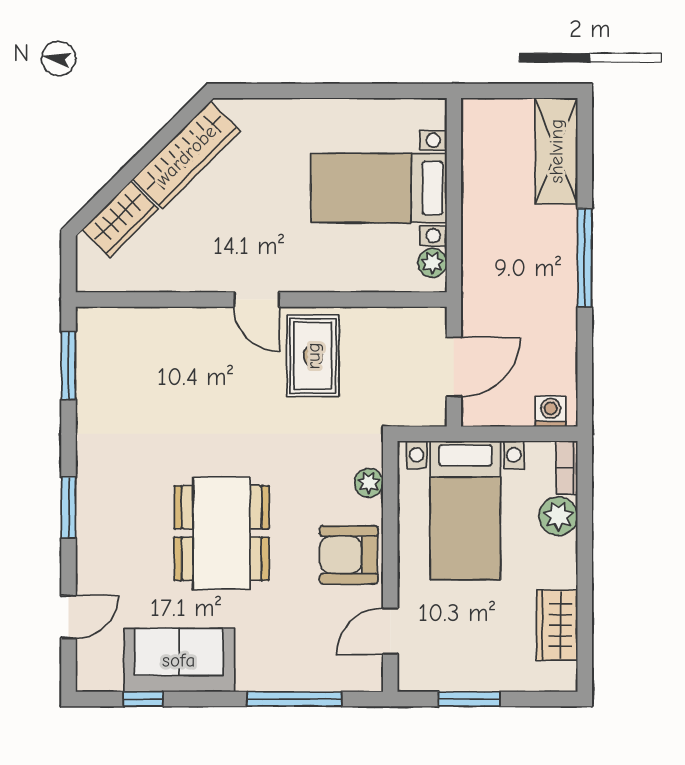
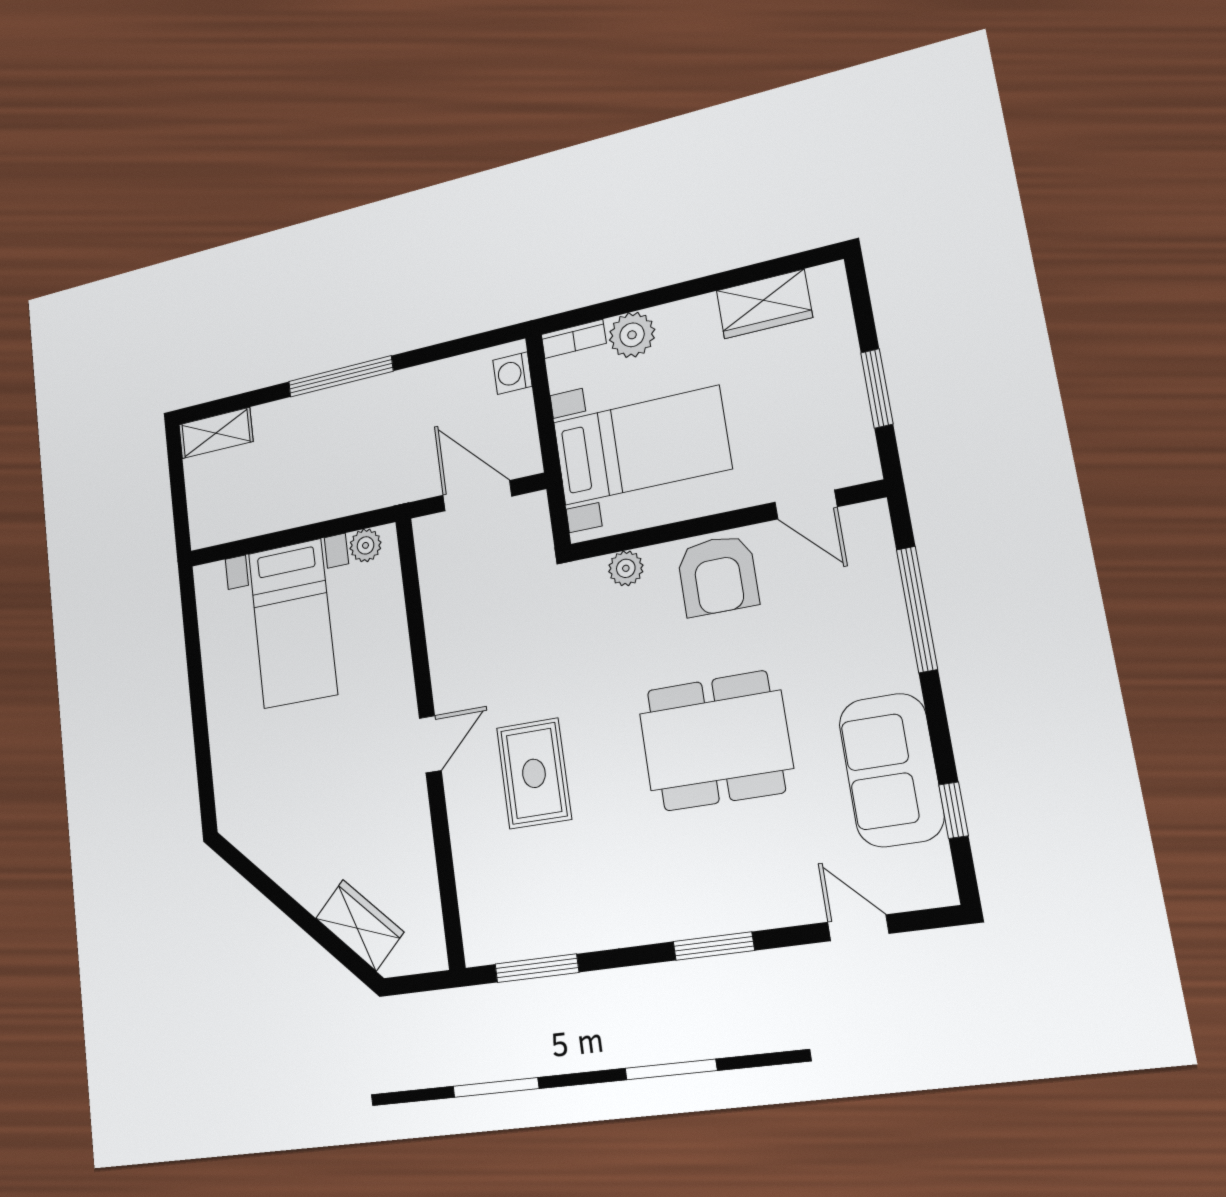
shelving: (556, 151) -> (216, 433), width x0.67, depth x0.75
wardrobe: (186, 155) -> (281, 855), removed
rug: (313, 356) -> (534, 773), moved, turned 90

